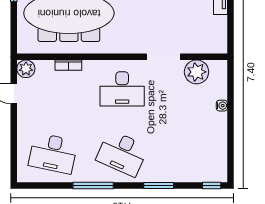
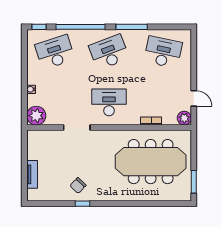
plant: (197, 72) -> (36, 116), moved
desk: (122, 153) -> (109, 52), turned -45
desk: (191, 153) -> (55, 52), added
window: (159, 185) -> (80, 27), width x2.11

